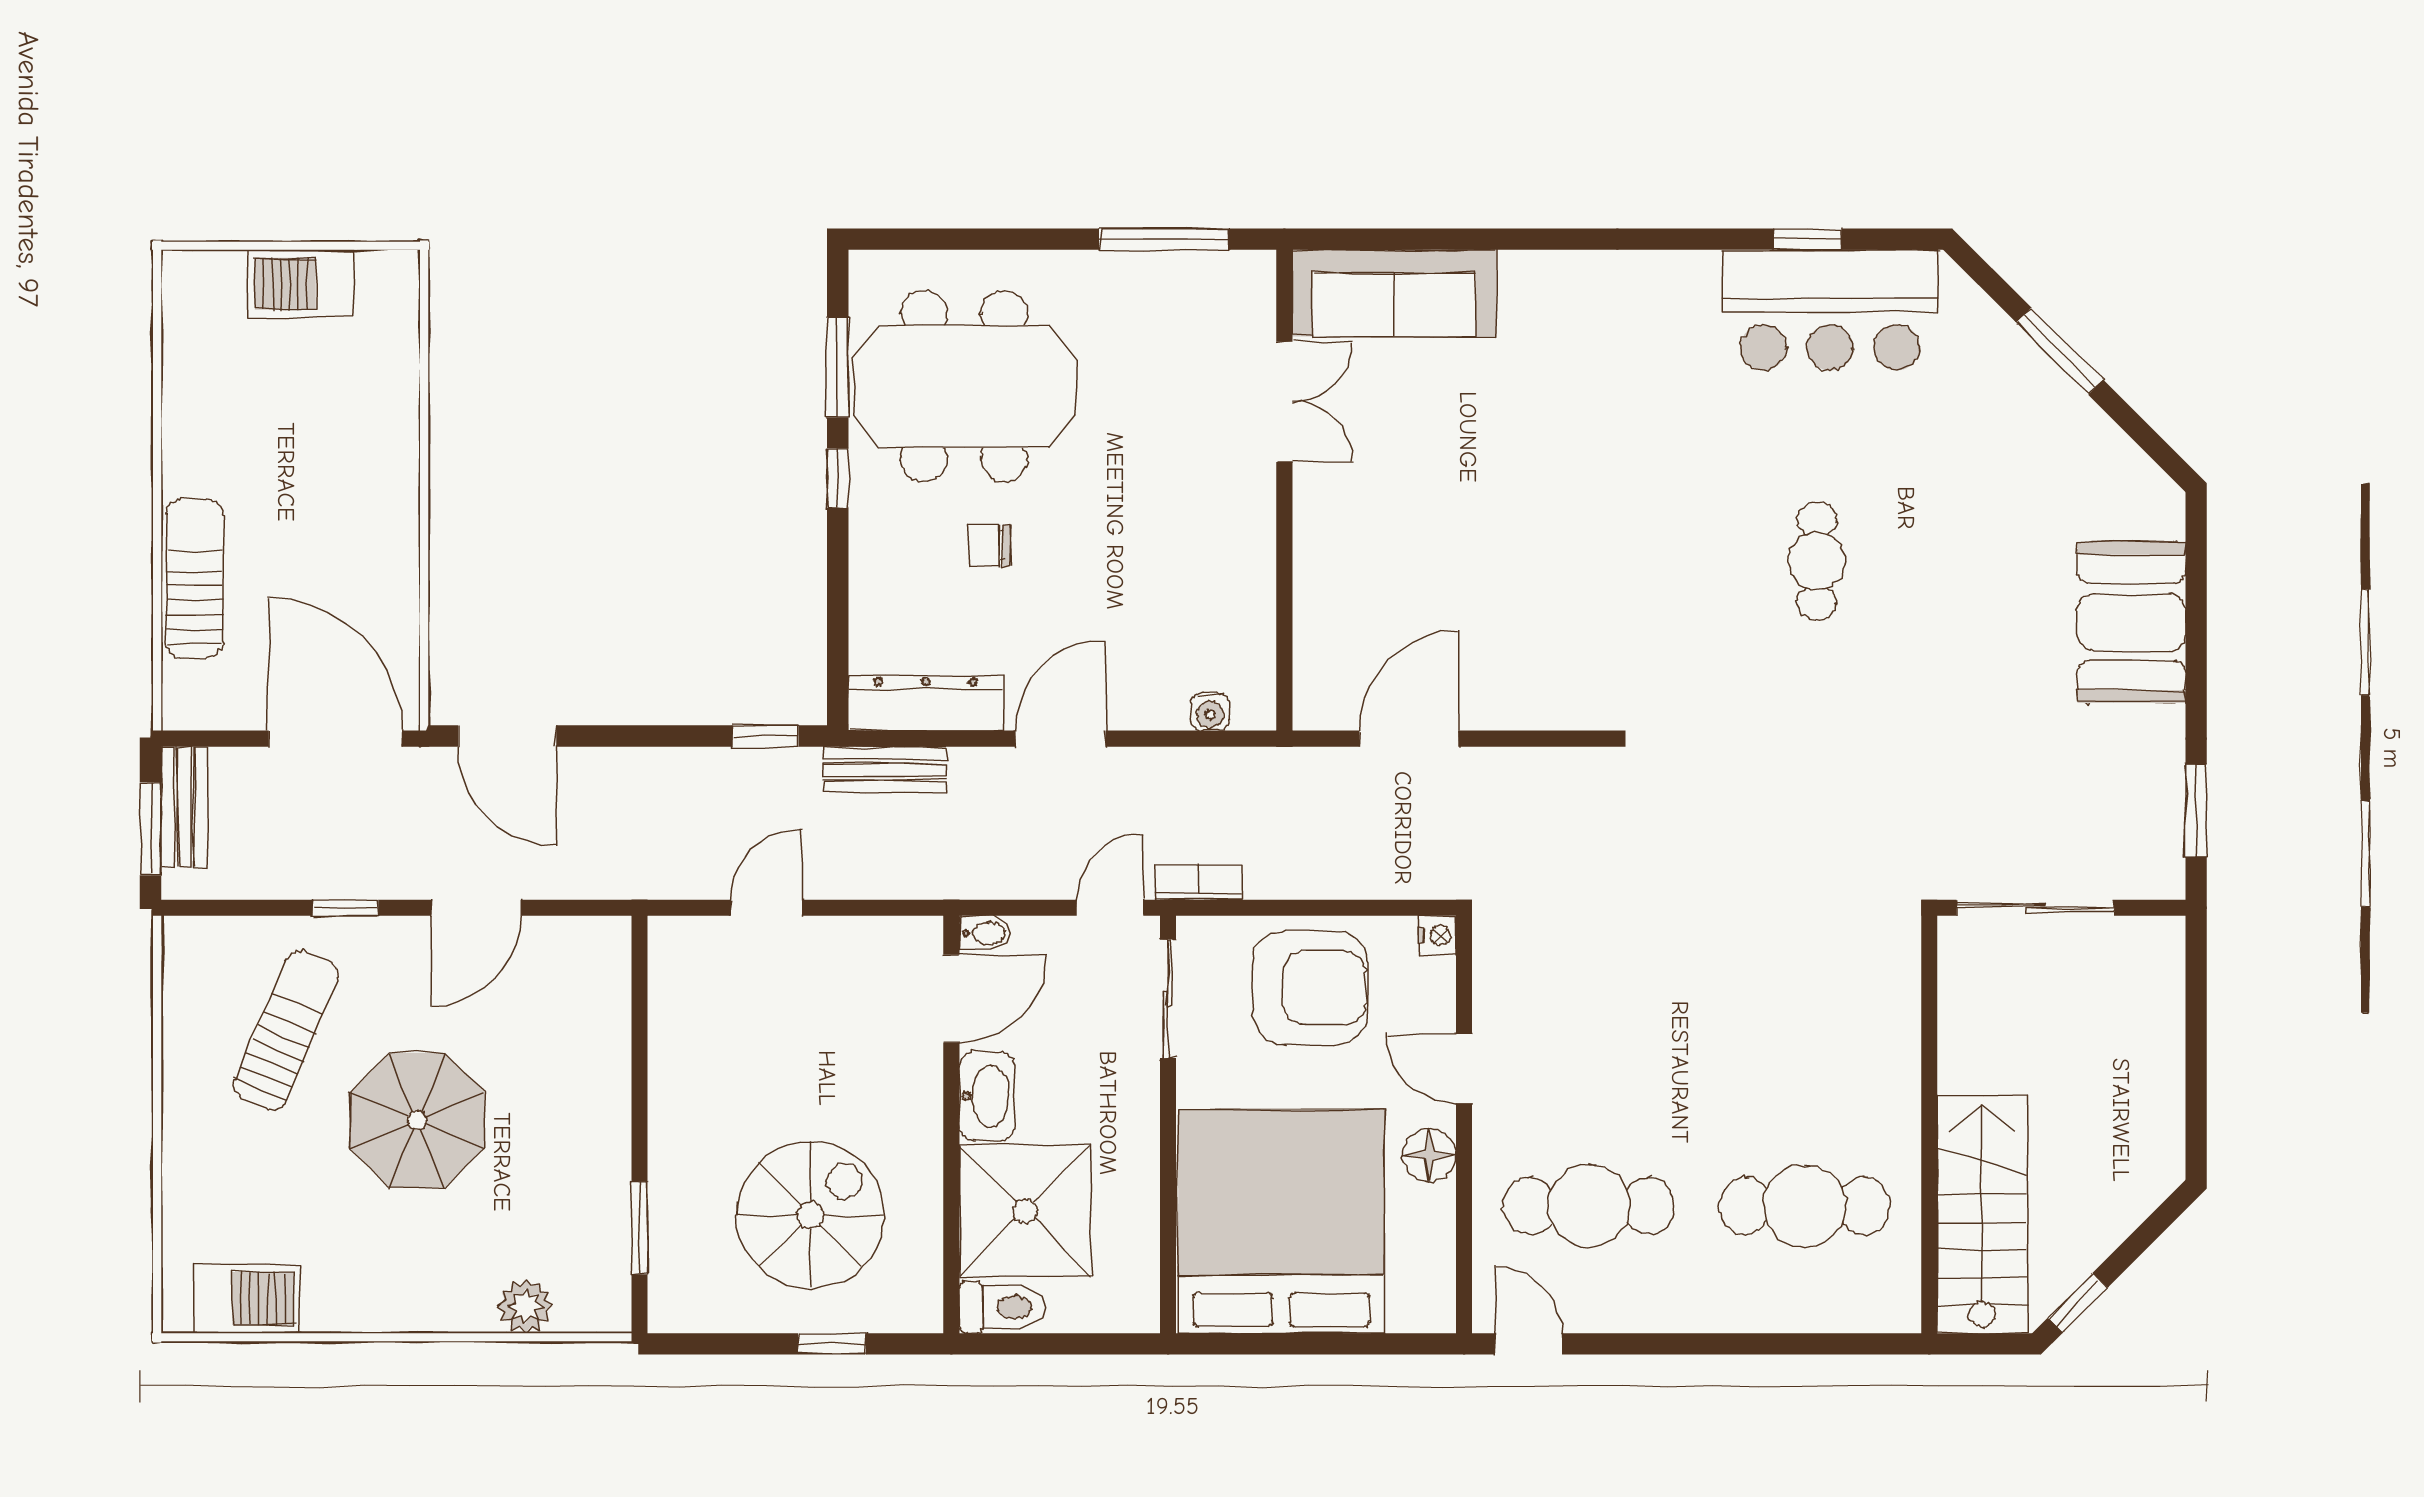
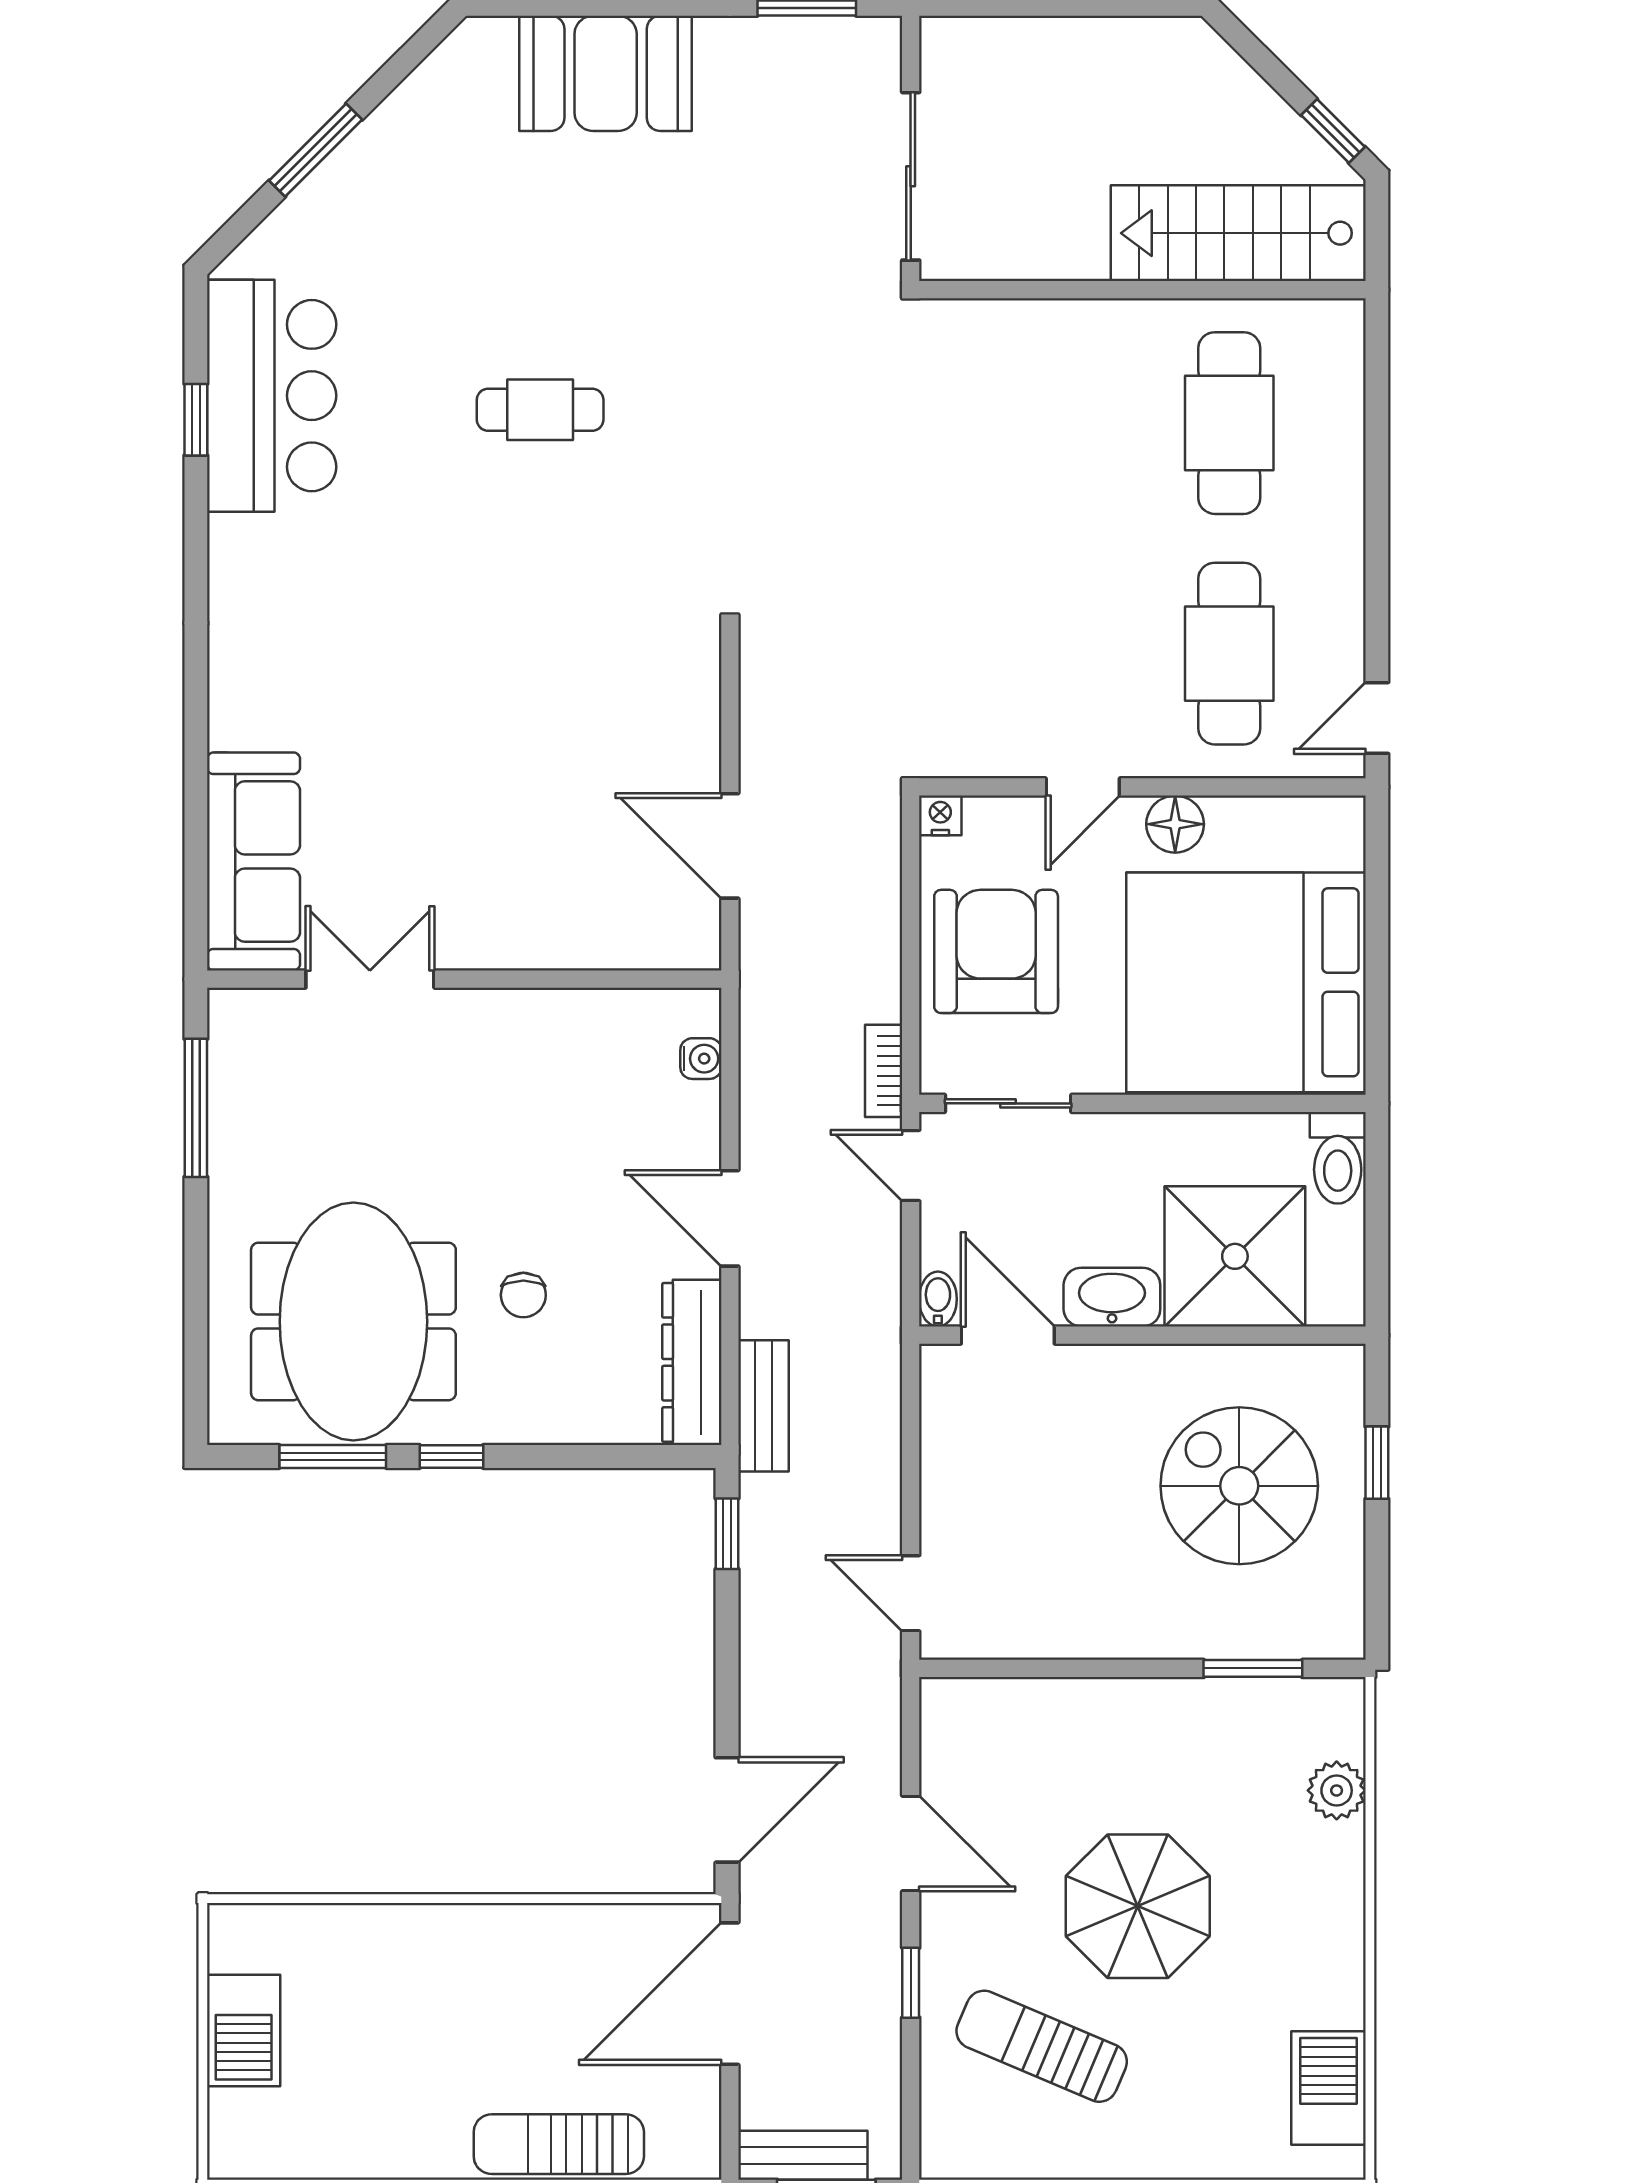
door: (767, 908) -> (911, 1593), moved
toilet: (1002, 1307) -> (1338, 1158), moved, turned 180

